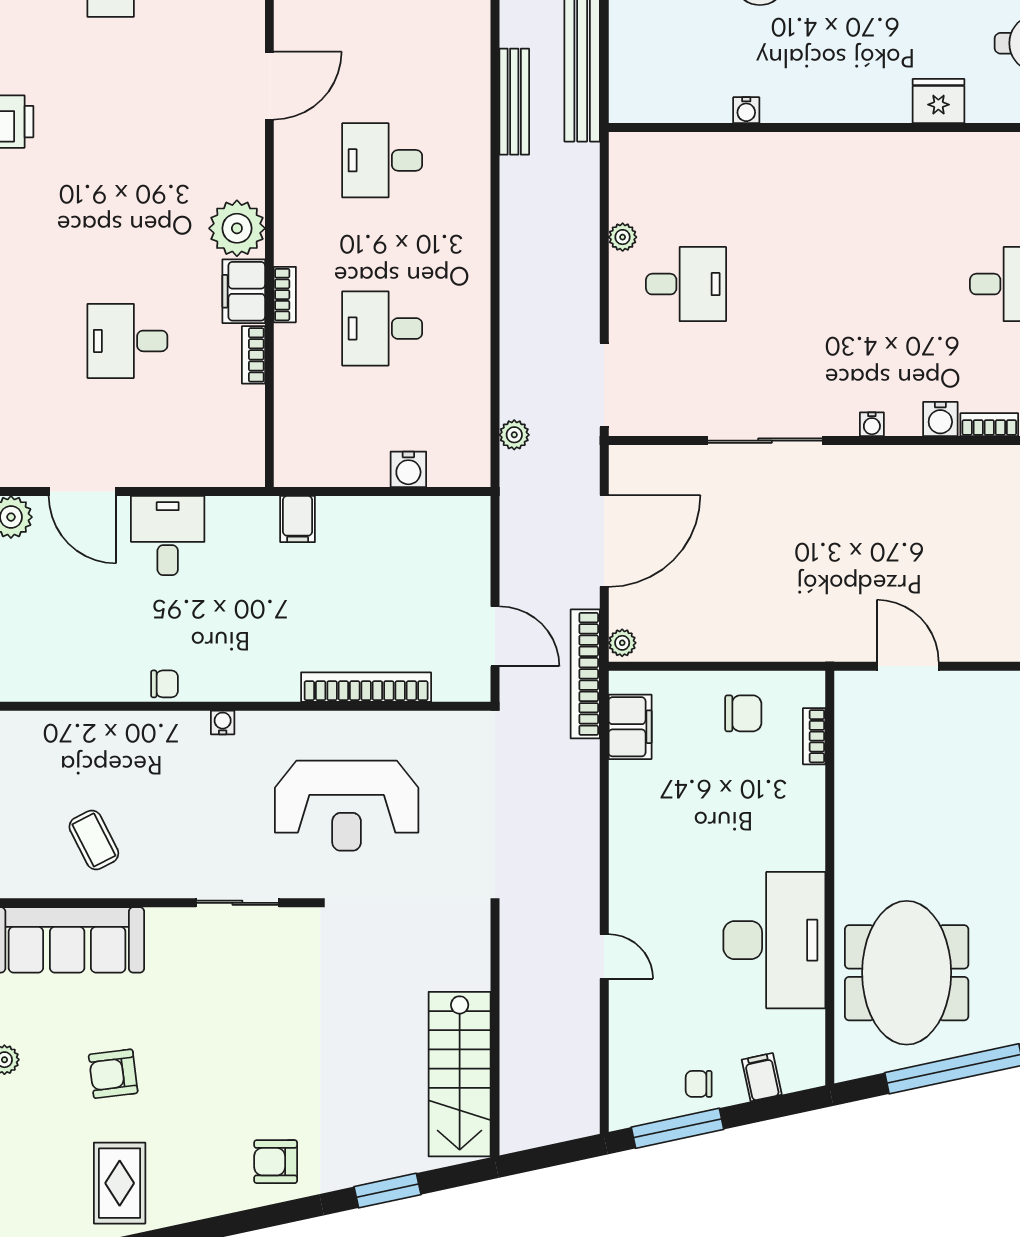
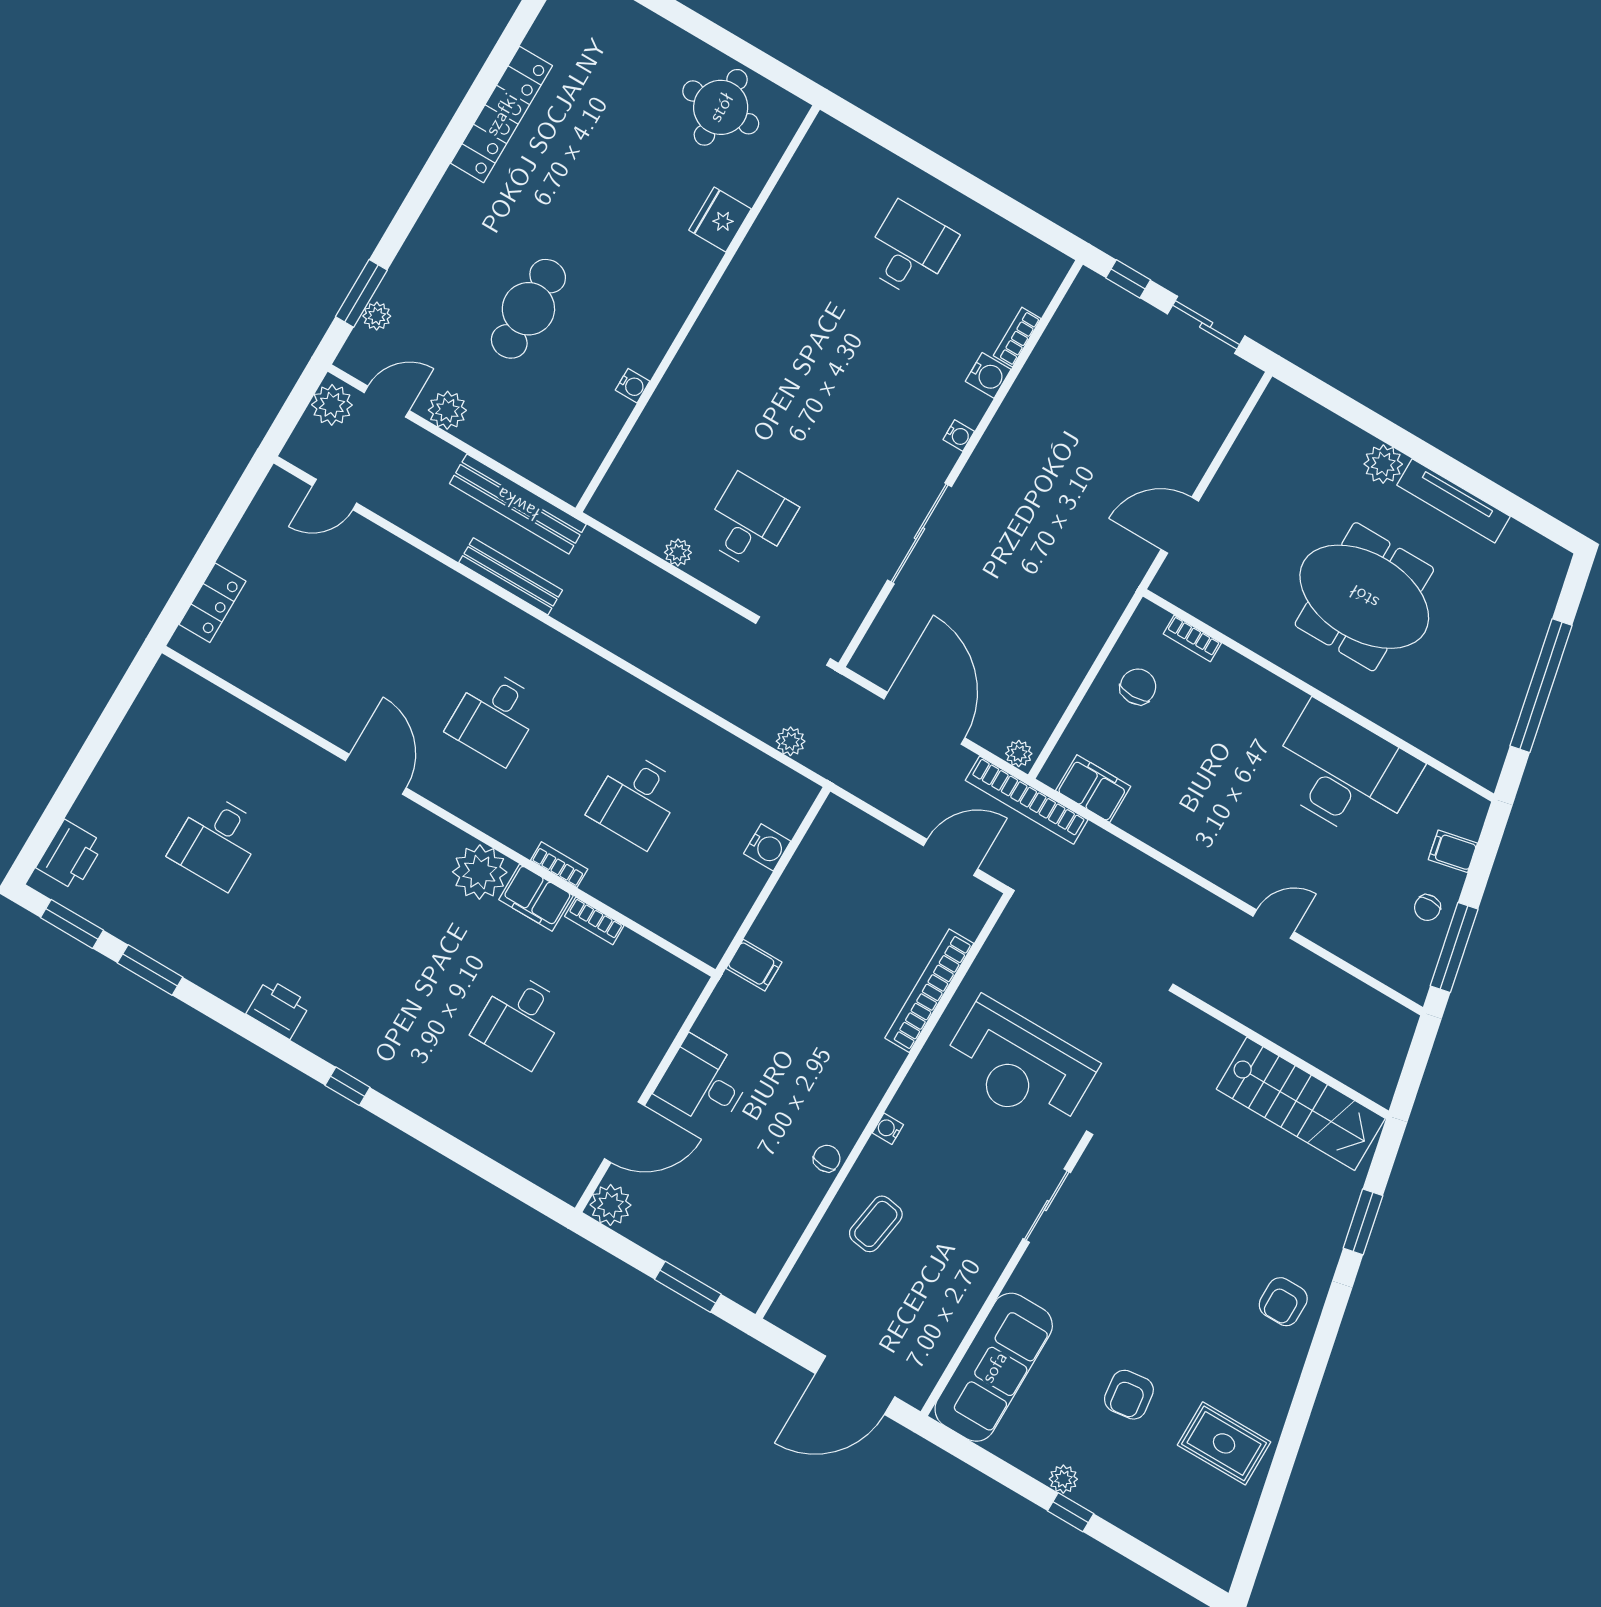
reception desk: (347, 806) -> (1019, 1066), turned 90
coffee table: (94, 840) -> (876, 1224), moved, turned -54
meeting table: (907, 973) -> (1364, 597), moved

